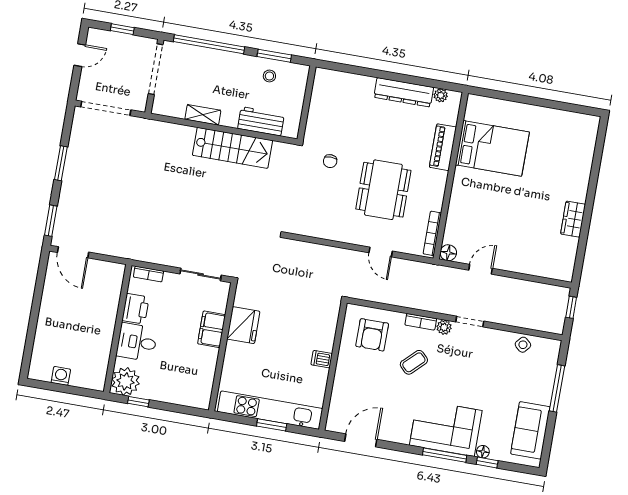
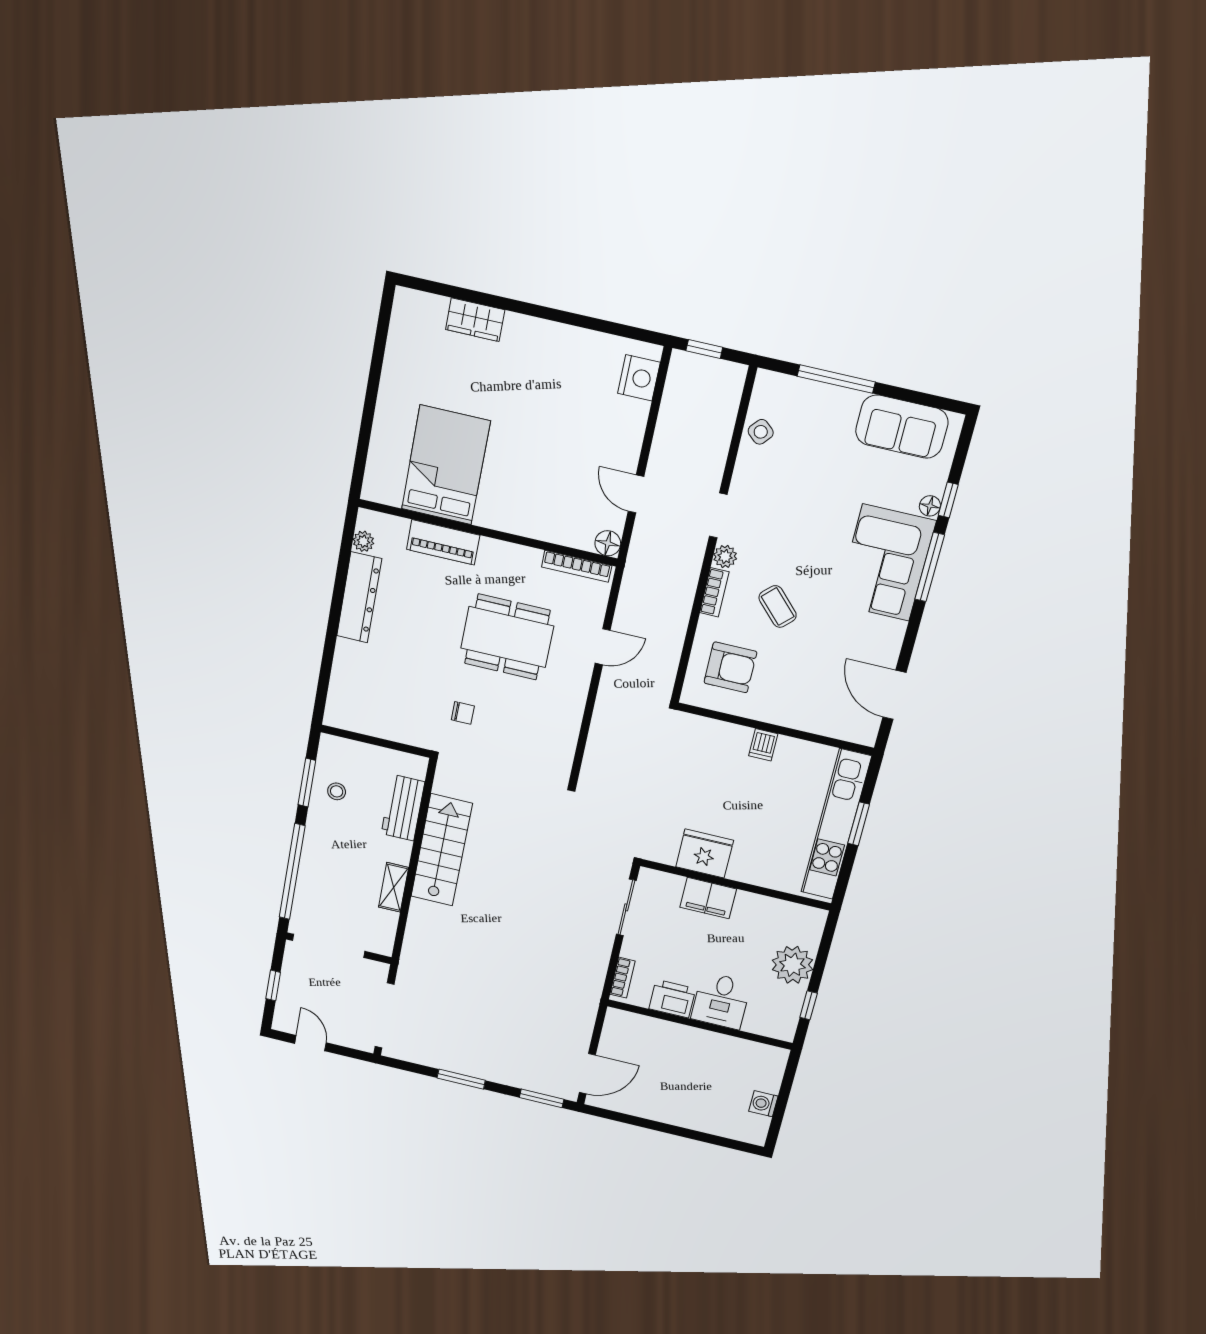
wardrobe: (573, 219) -> (475, 320), moved
nightstand: (552, 268) -> (639, 378), added
plant: (125, 381) -> (792, 965), moved

